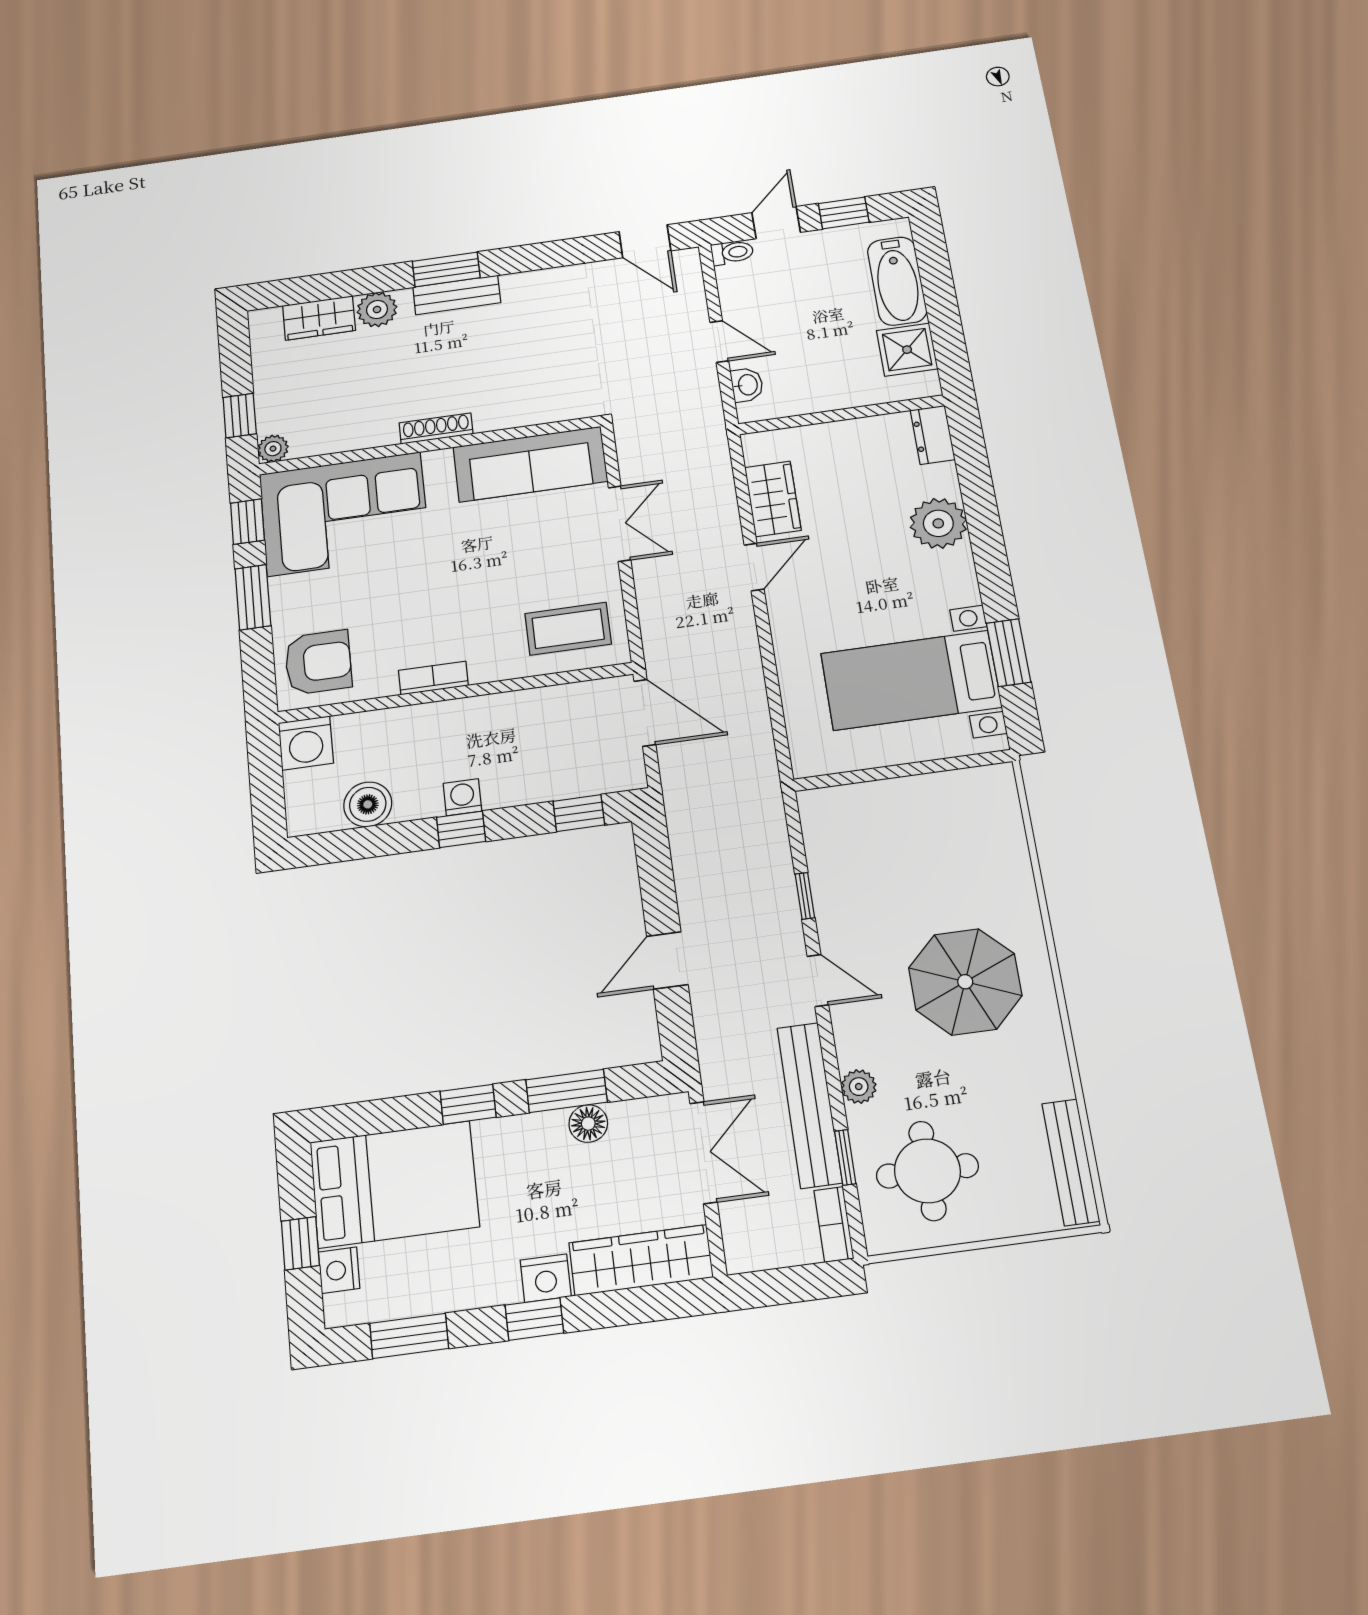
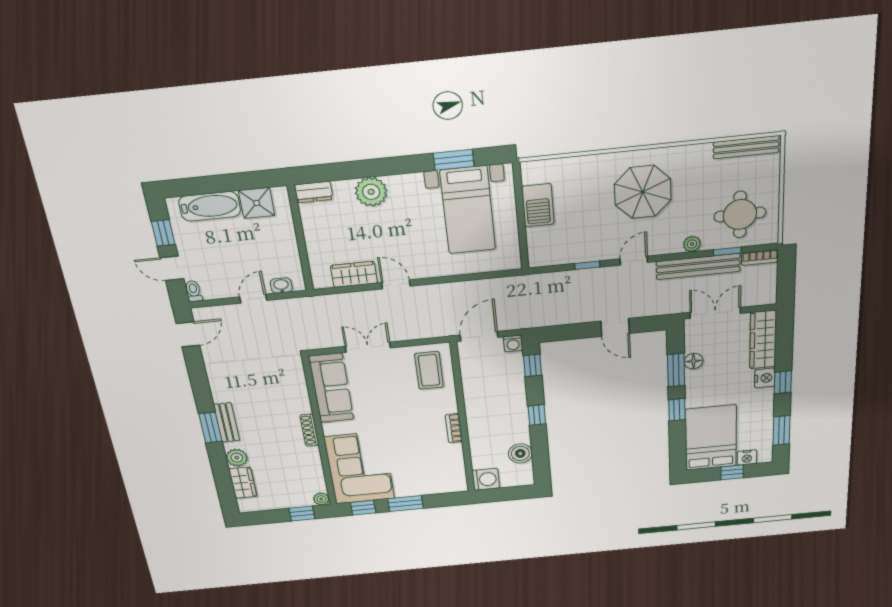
armchair: (318, 662) -> (443, 476), removed
washing machine: (462, 797) -> (513, 344), moved, turned -90
barbecue: (927, 798) -> (538, 205), added

